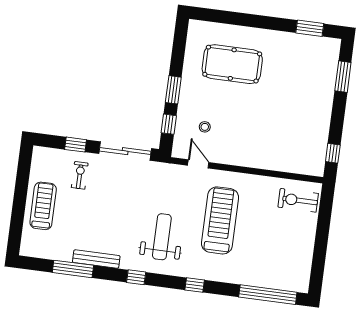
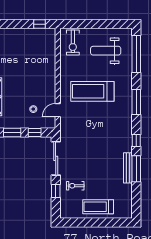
weight bench: (162, 237) -> (106, 51), moved
window: (73, 269) -> (136, 169), moved
window: (195, 285) -> (136, 102), width x2.17

